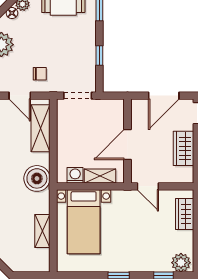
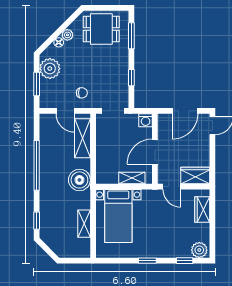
wardrobe: (184, 148) -> (195, 175), moved, turned 90
washing machine: (75, 175) -> (146, 120), moved, turned 180

